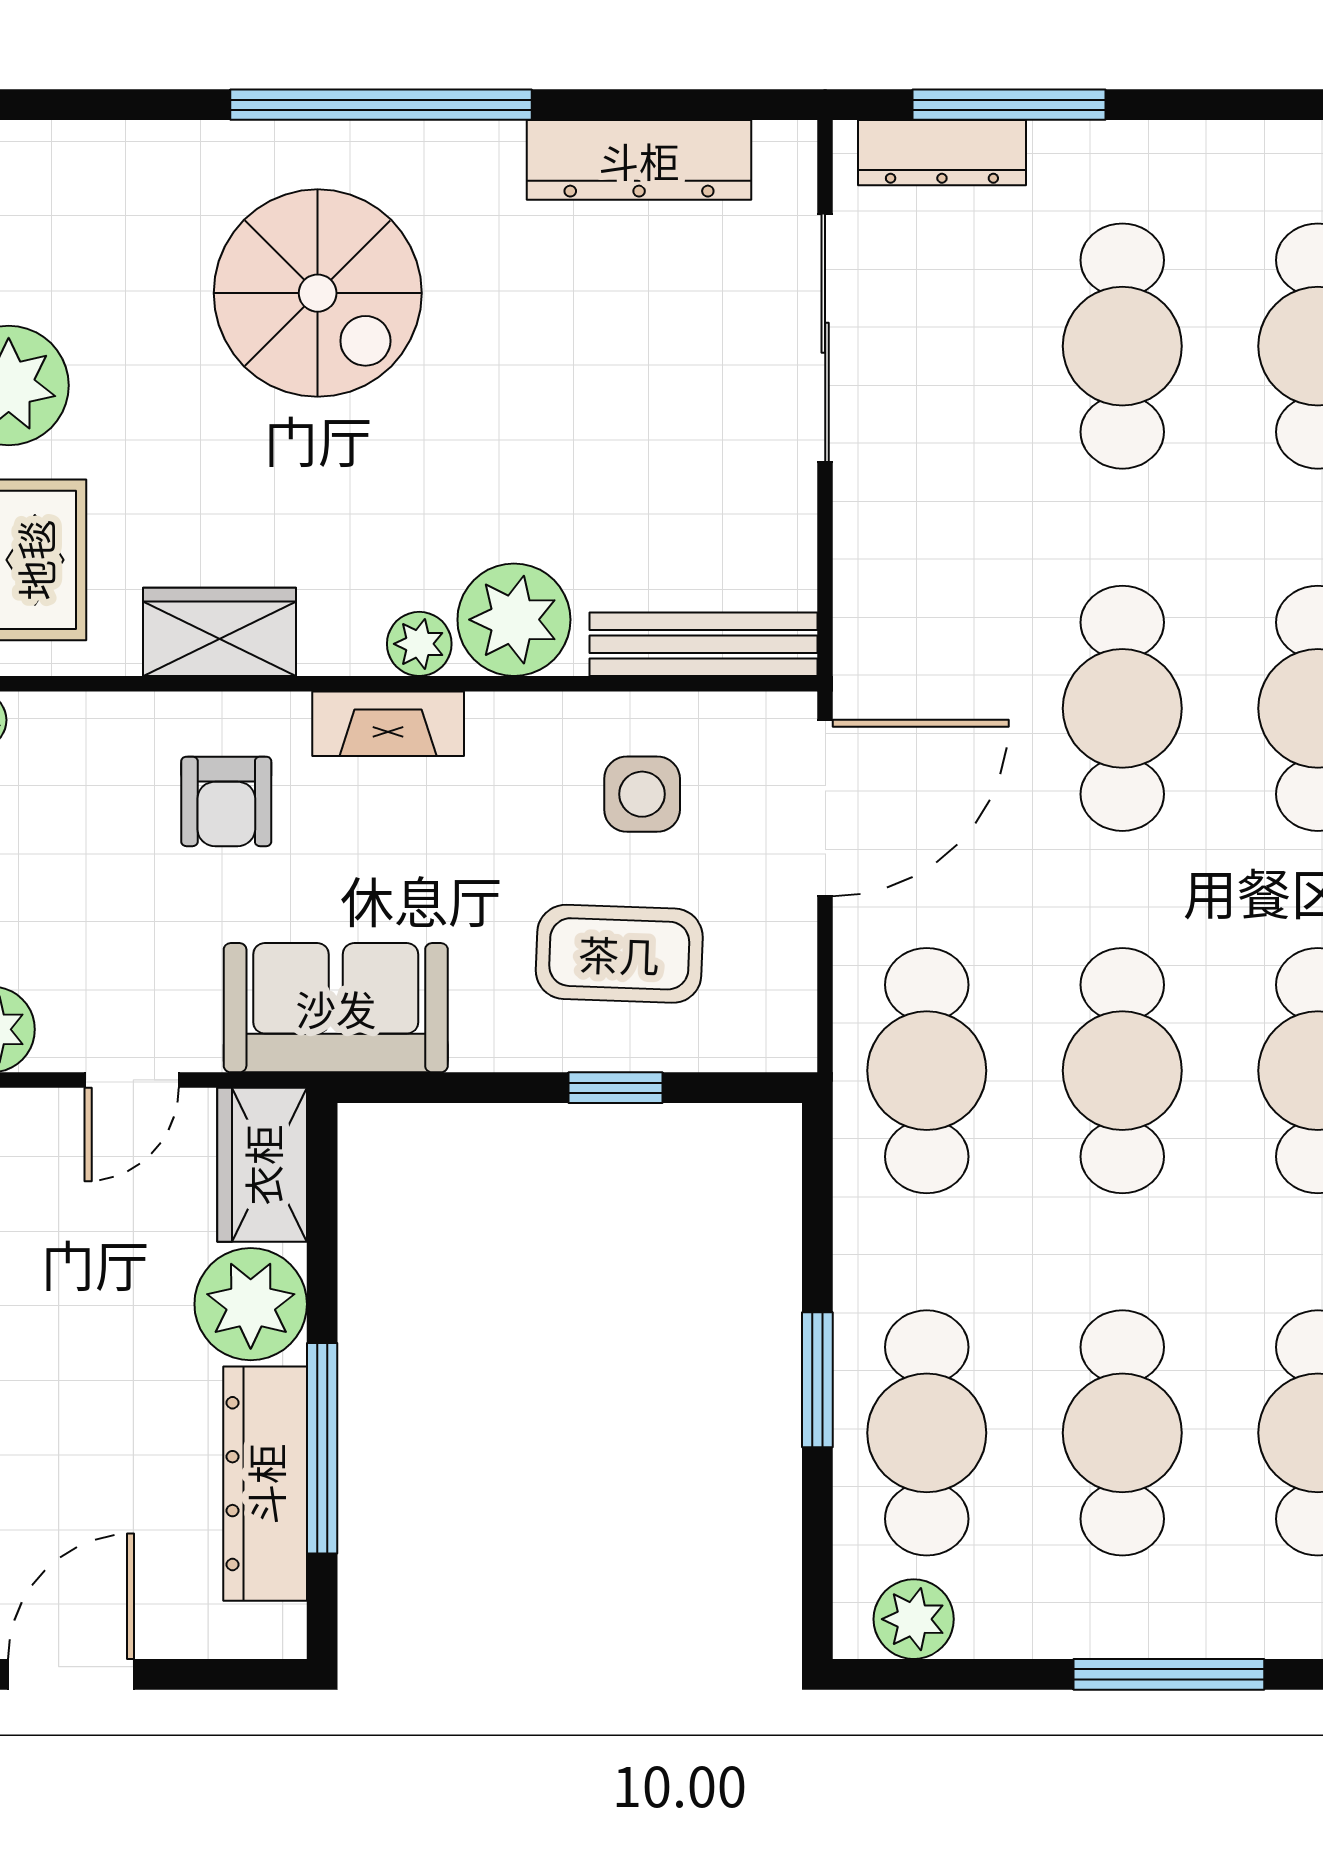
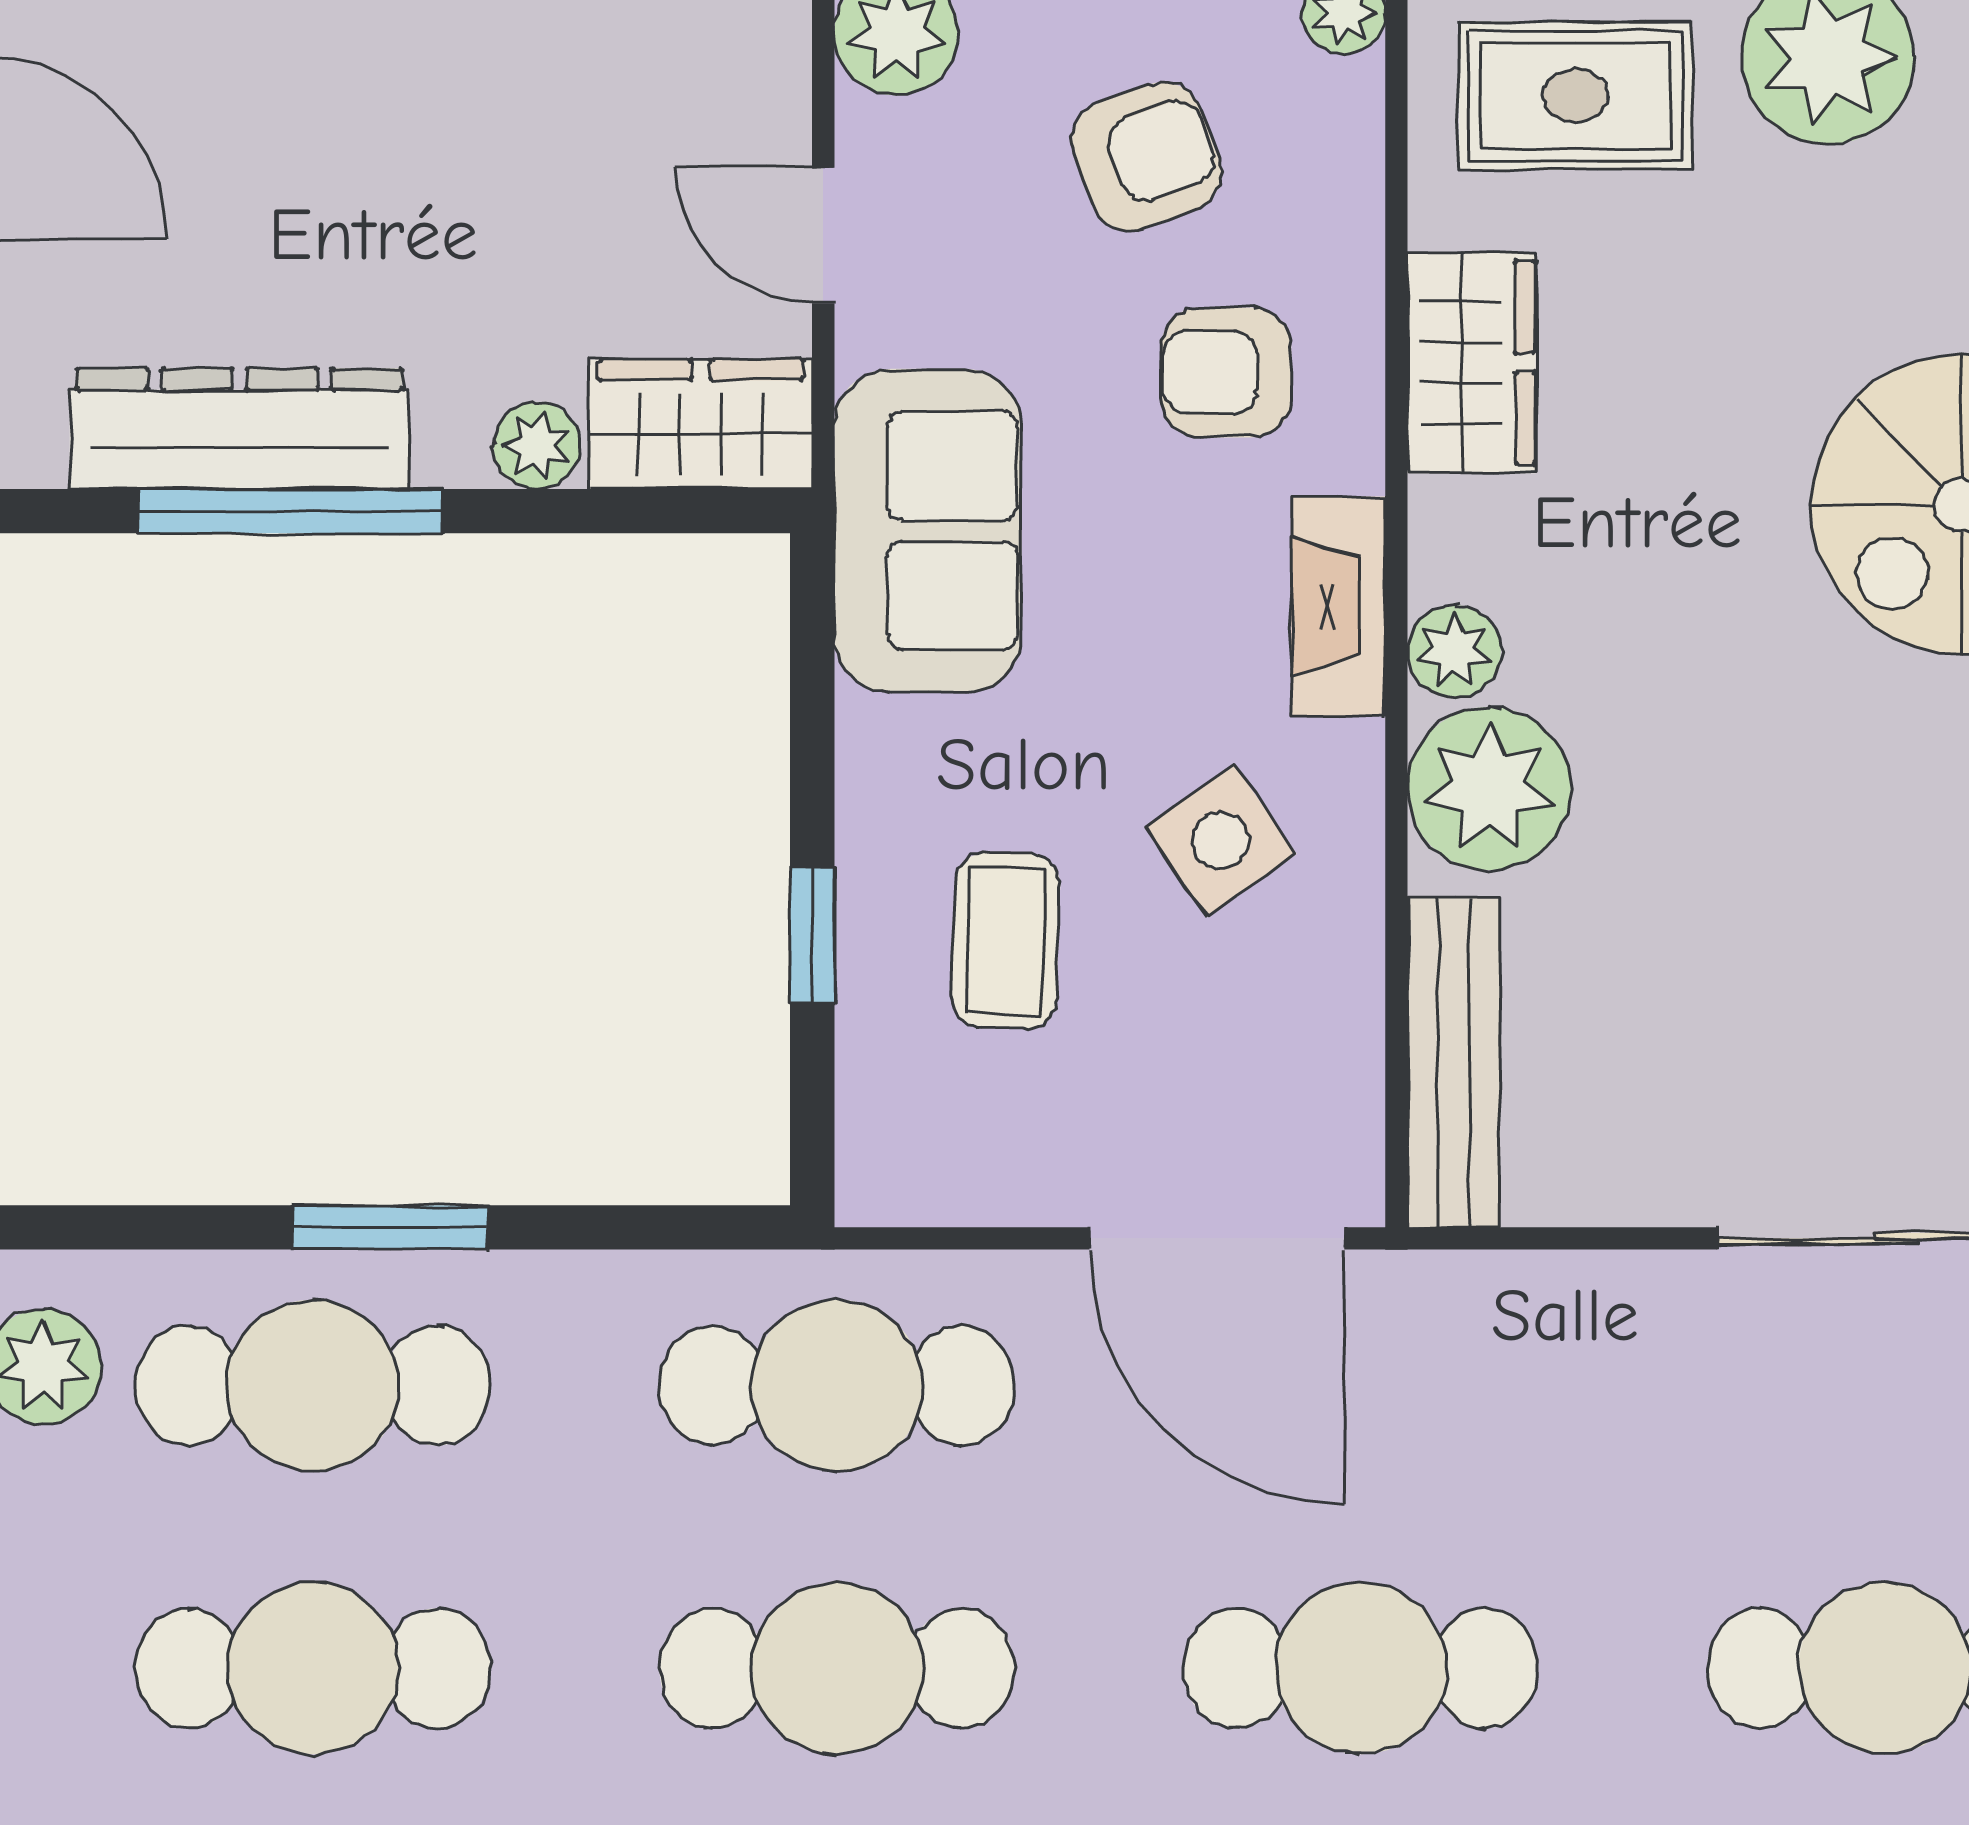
side table: (642, 794) -> (1220, 841), moved, turned -35
armchair: (77, 857) -> (1146, 157), added
coffee table: (619, 954) -> (1006, 941), width x0.73, depth x0.77
plant: (251, 1304) -> (537, 446), width x0.53, depth x0.53

